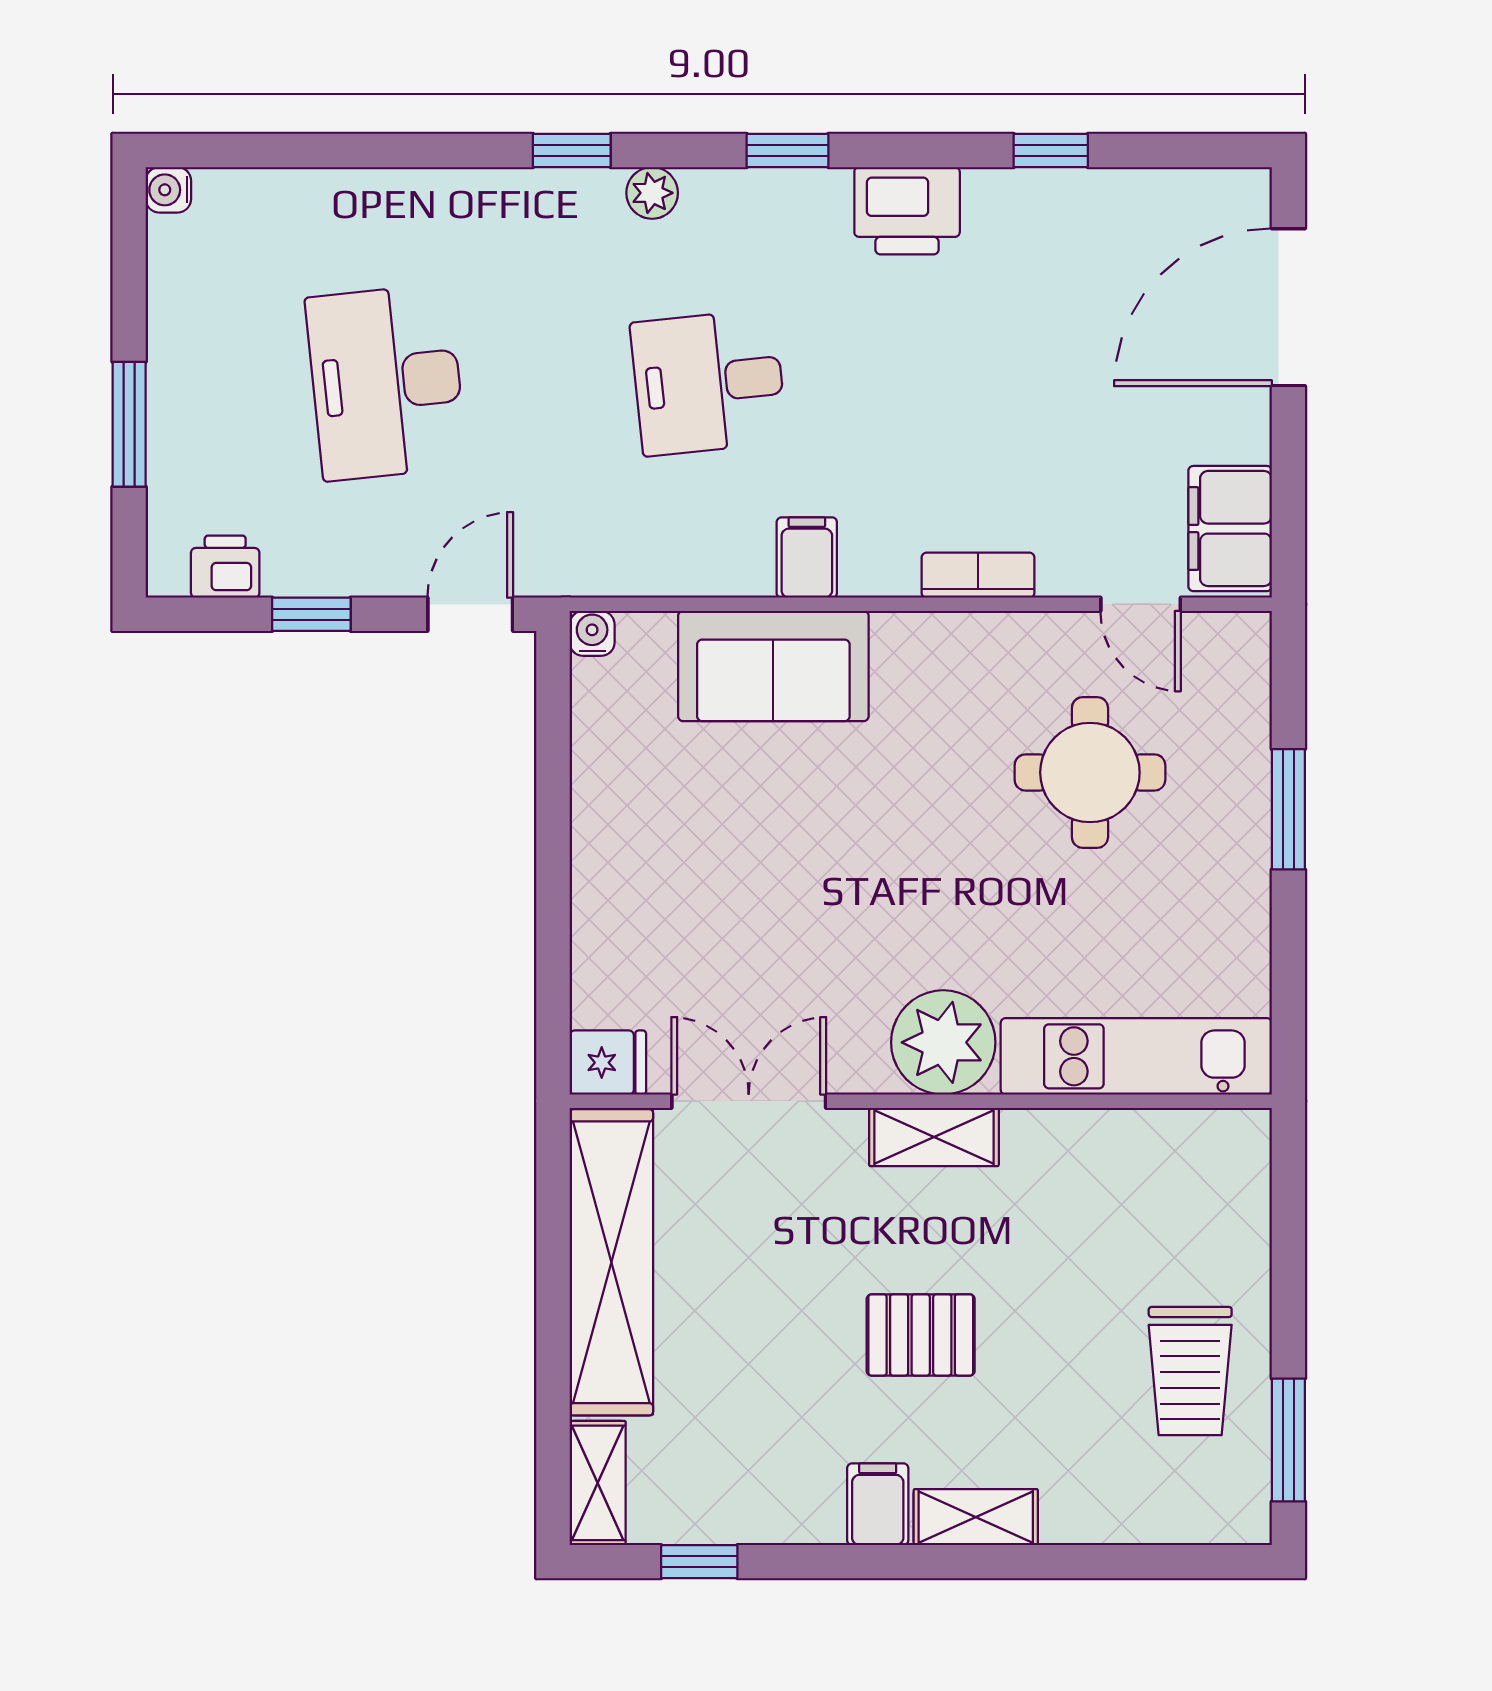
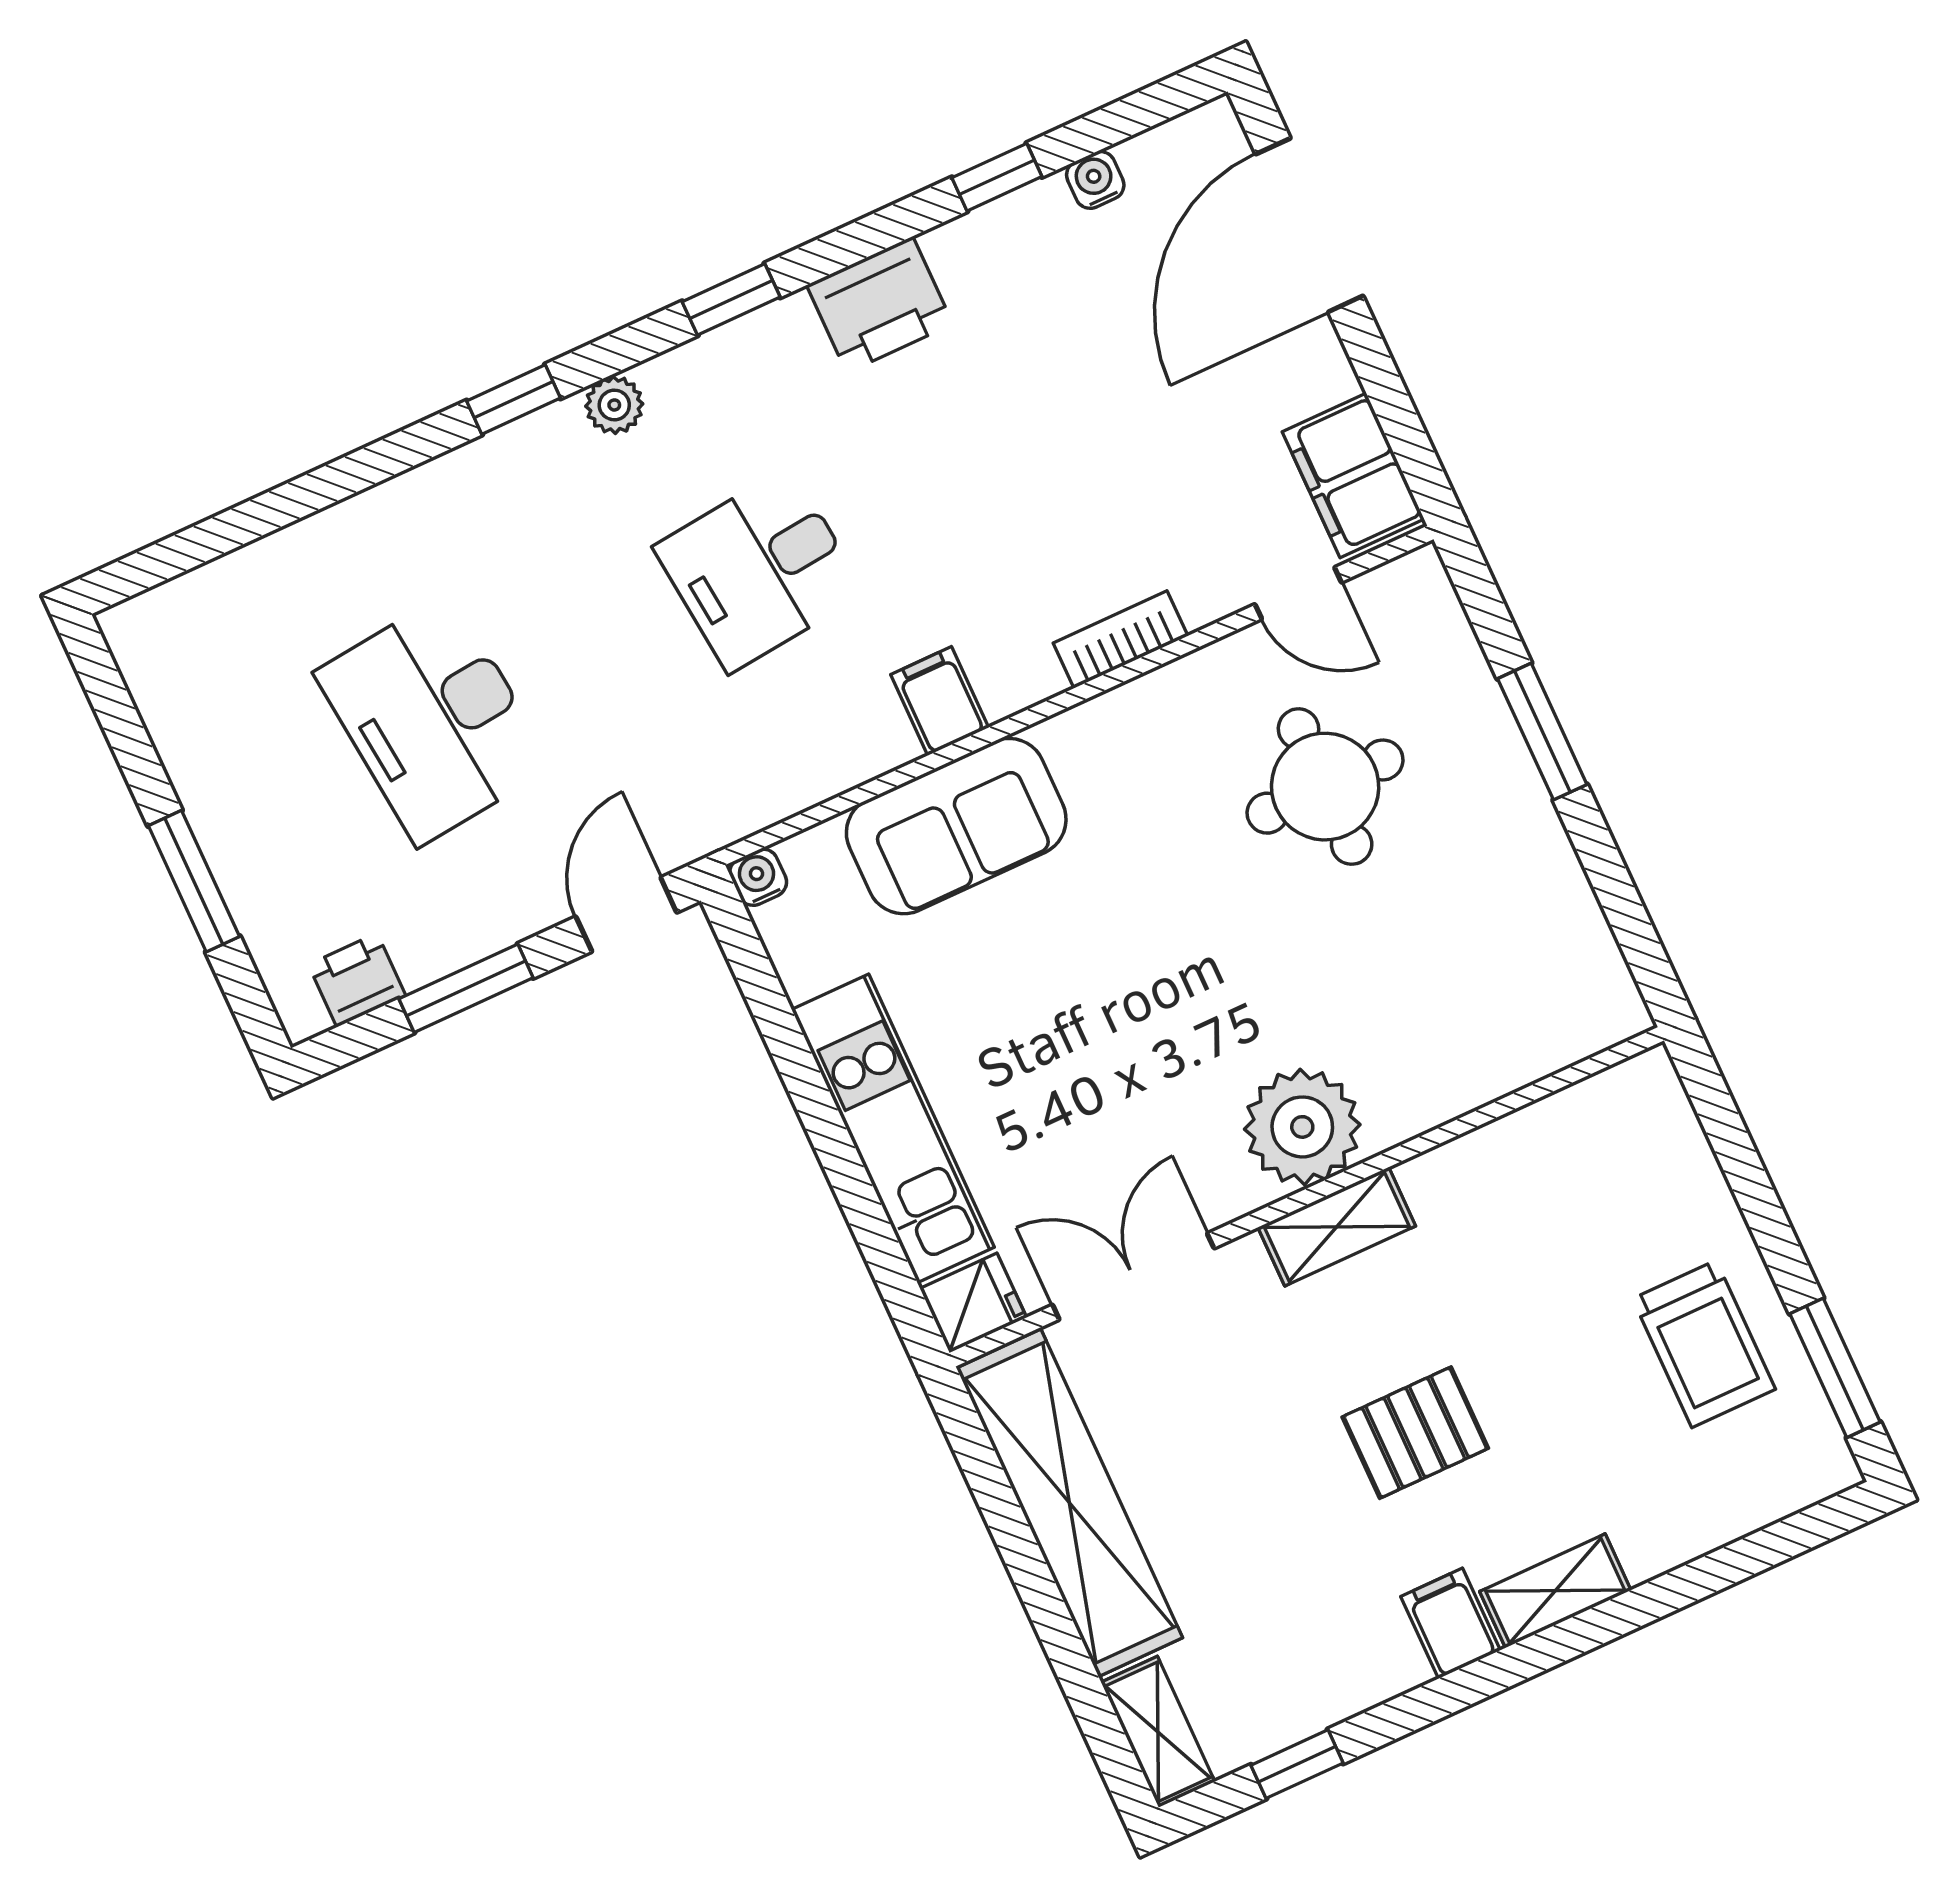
water cooler: (168, 190) -> (1095, 180), moved, turned 90
window: (311, 614) -> (466, 988), width x1.50
kitchen unit: (1136, 1056) -> (893, 1128), moved, turned 90

